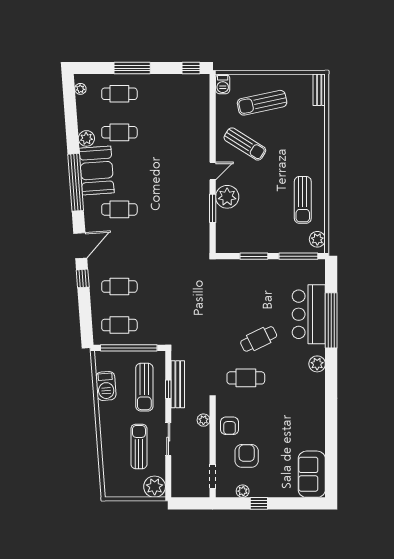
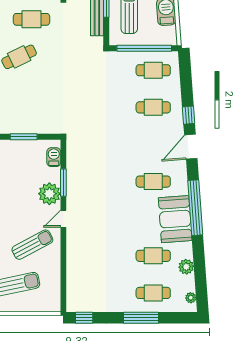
barbecue: (223, 84) -> (54, 157), moved
plant: (86, 138) -> (186, 267), moved
sun lounger: (245, 144) -> (32, 245), turned 120

